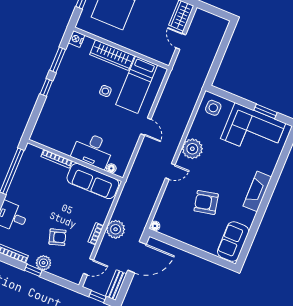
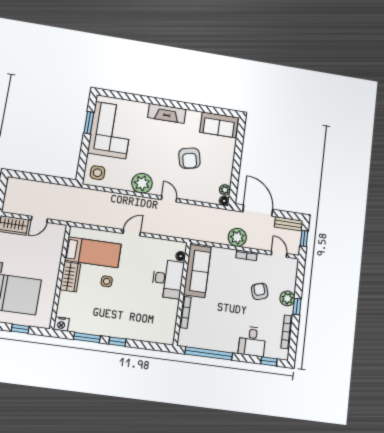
wardrobe: (112, 55) -> (70, 277), width x0.67
plant: (166, 230) -> (225, 190), added

